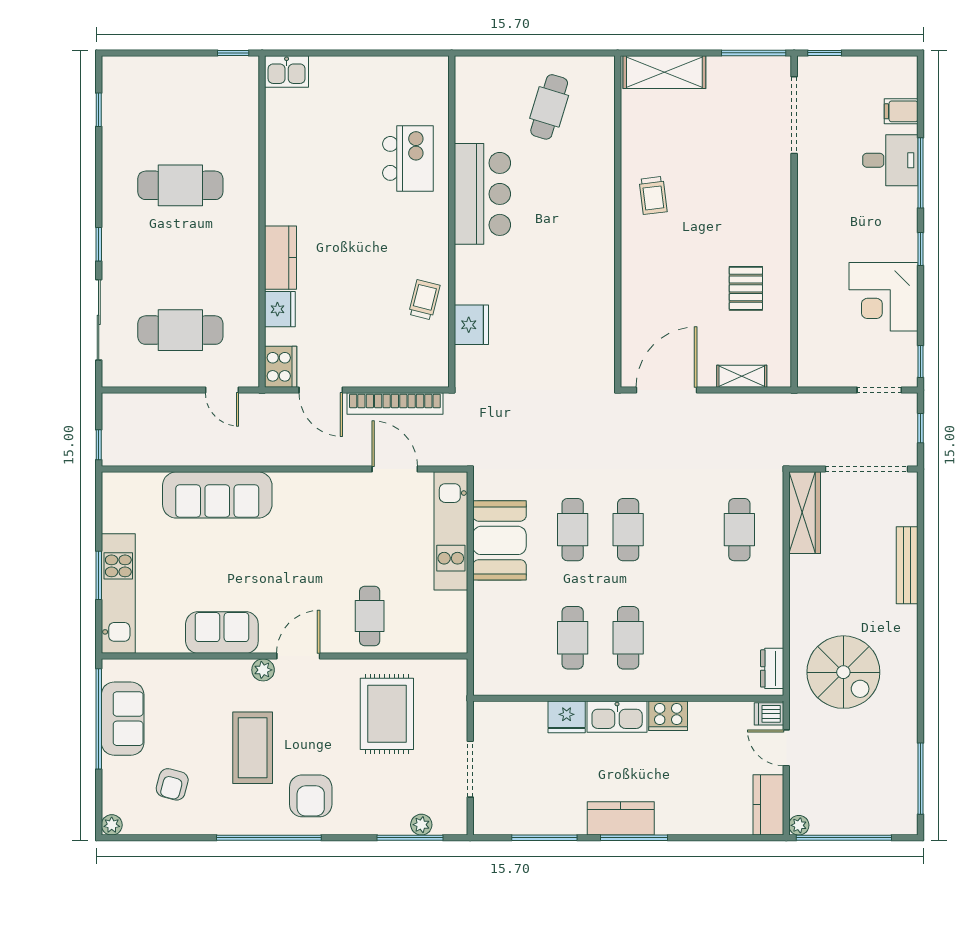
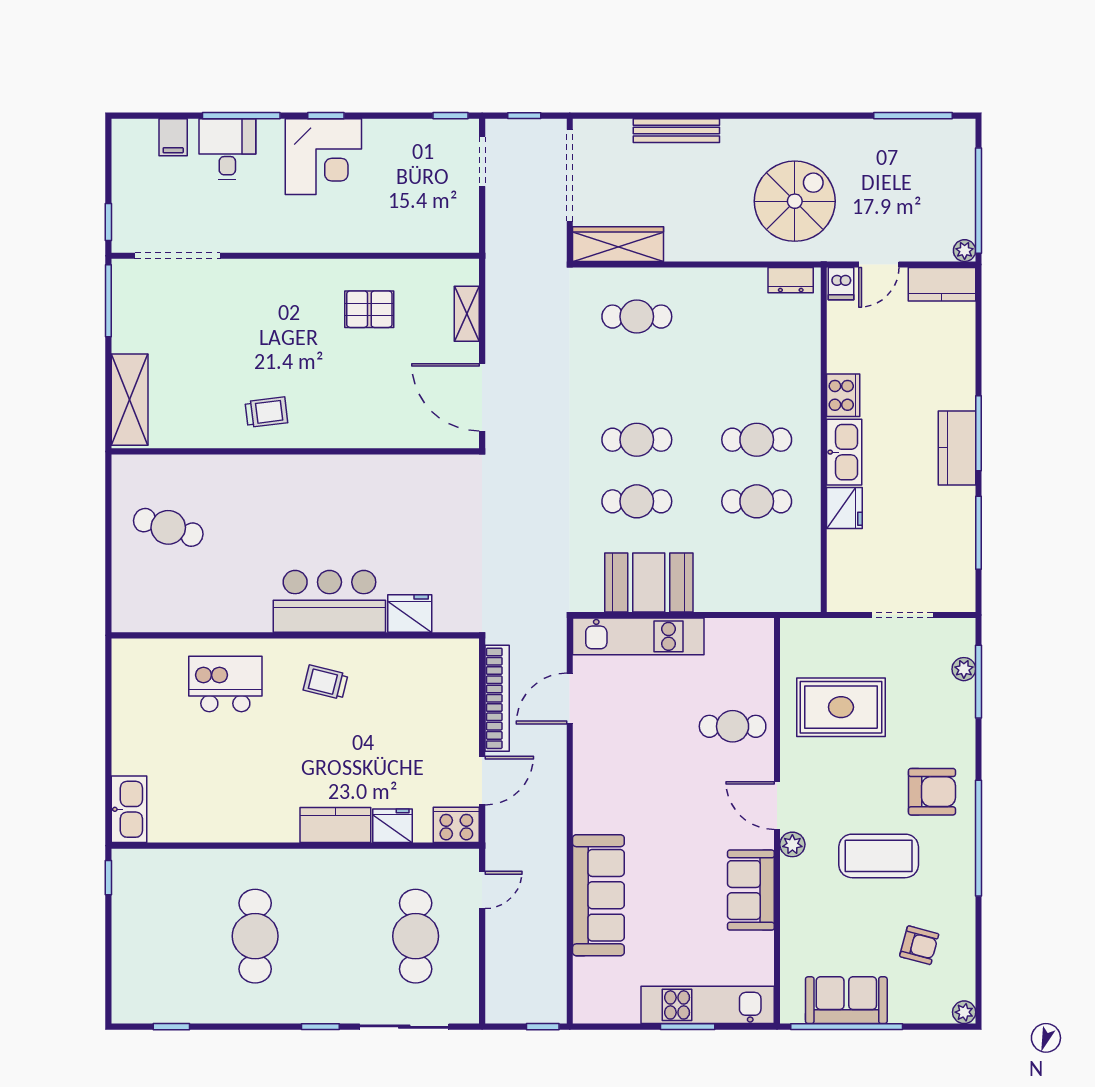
kitchen sink: (287, 71) -> (129, 809), width x1.38
bar counter: (482, 194) -> (329, 601), moved
corner desk: (884, 297) -> (323, 157), moved
trolley: (424, 300) -> (326, 682), moved

